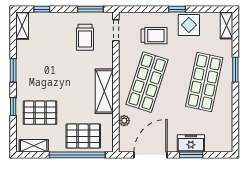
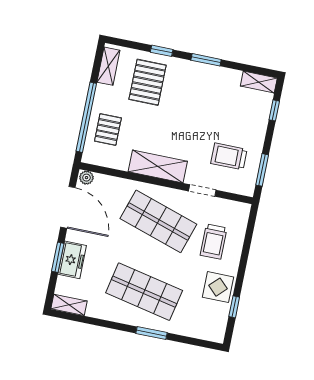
window: (177, 9) -> (234, 307), moved
shelving: (227, 25) -> (69, 305), moved
doorway: (116, 30) -> (202, 191), moved
plant: (124, 121) -> (86, 178), moved
pallet: (83, 136) -> (108, 129), width x0.67, depth x0.71

